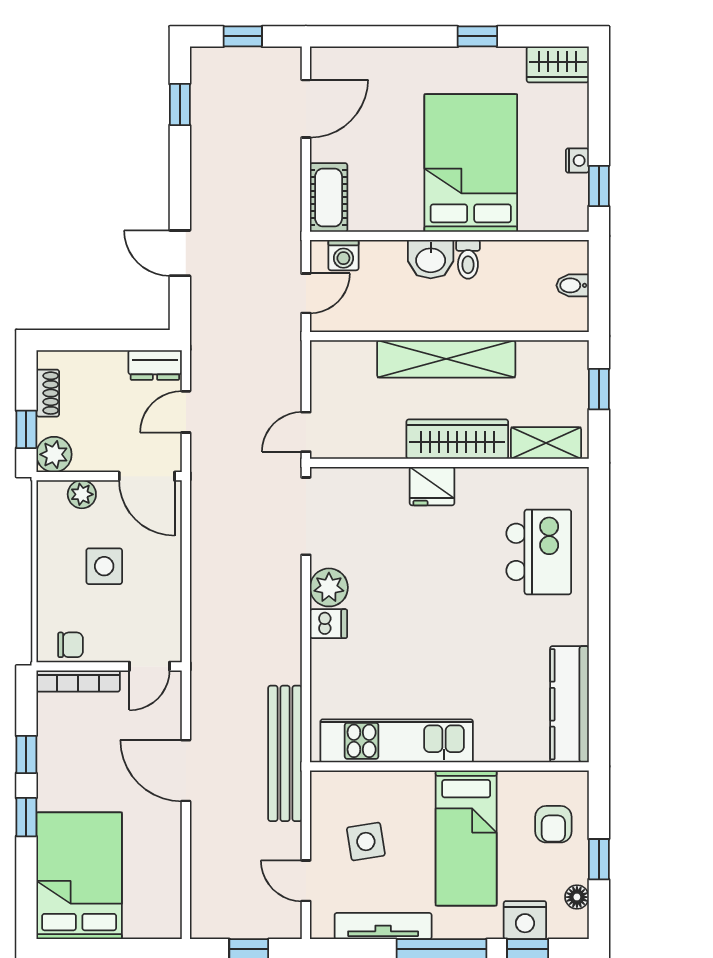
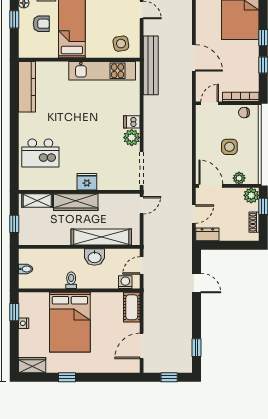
washbasin: (431, 259) -> (95, 257), moved, turned 180
shelving: (446, 359) -> (101, 237), moved
kitchen island: (539, 552) -> (40, 153), turned -90
armchair: (553, 824) -> (41, 24), moved, turned 90
side table: (366, 842) -> (121, 44), moved

